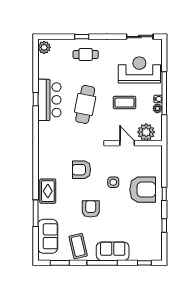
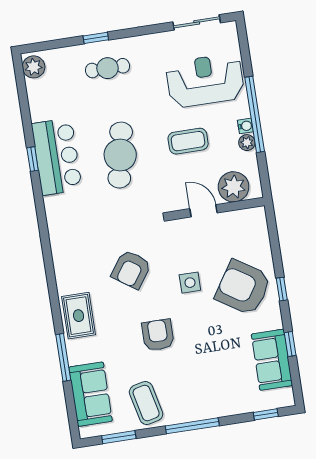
armchair: (81, 170) -> (131, 269), turned -55
armchair: (143, 190) -> (243, 287), turned -147
sofa: (113, 251) -> (272, 360), moved, turned -90

